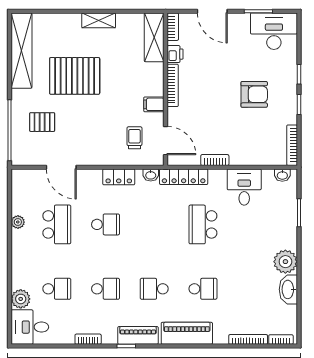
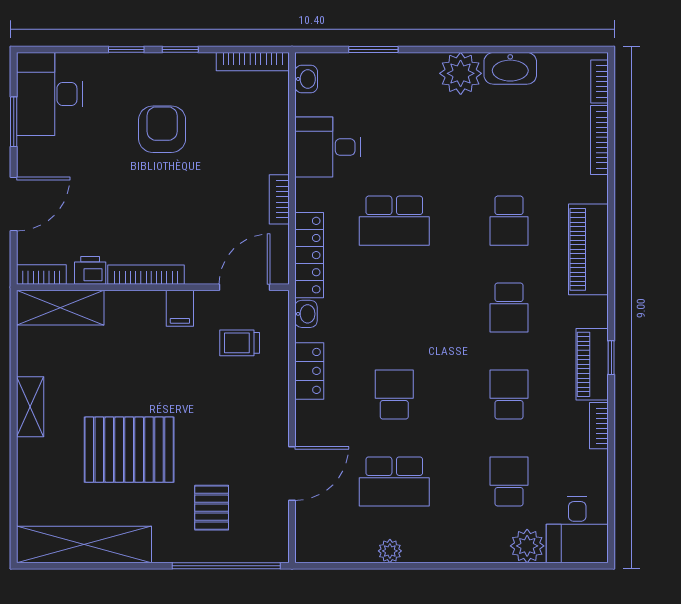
pallet: (75, 76) -> (129, 450), turned 90
school desk: (57, 224) -> (394, 481), turned 180
school desk: (203, 289) -> (509, 221), turned 180
piano: (138, 335) -> (592, 364), moved

